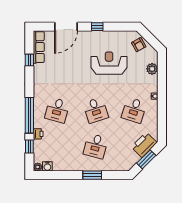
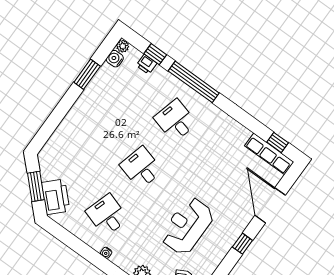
window: (29, 60) -> (278, 142), moved
reception desk: (109, 63) -> (187, 226), turned 180
desk: (96, 110) -> (141, 168), turned 33
printer: (38, 134) -> (147, 64), moved
desk: (96, 146) -> (97, 136), removed
window: (92, 175) -> (87, 74), moved

